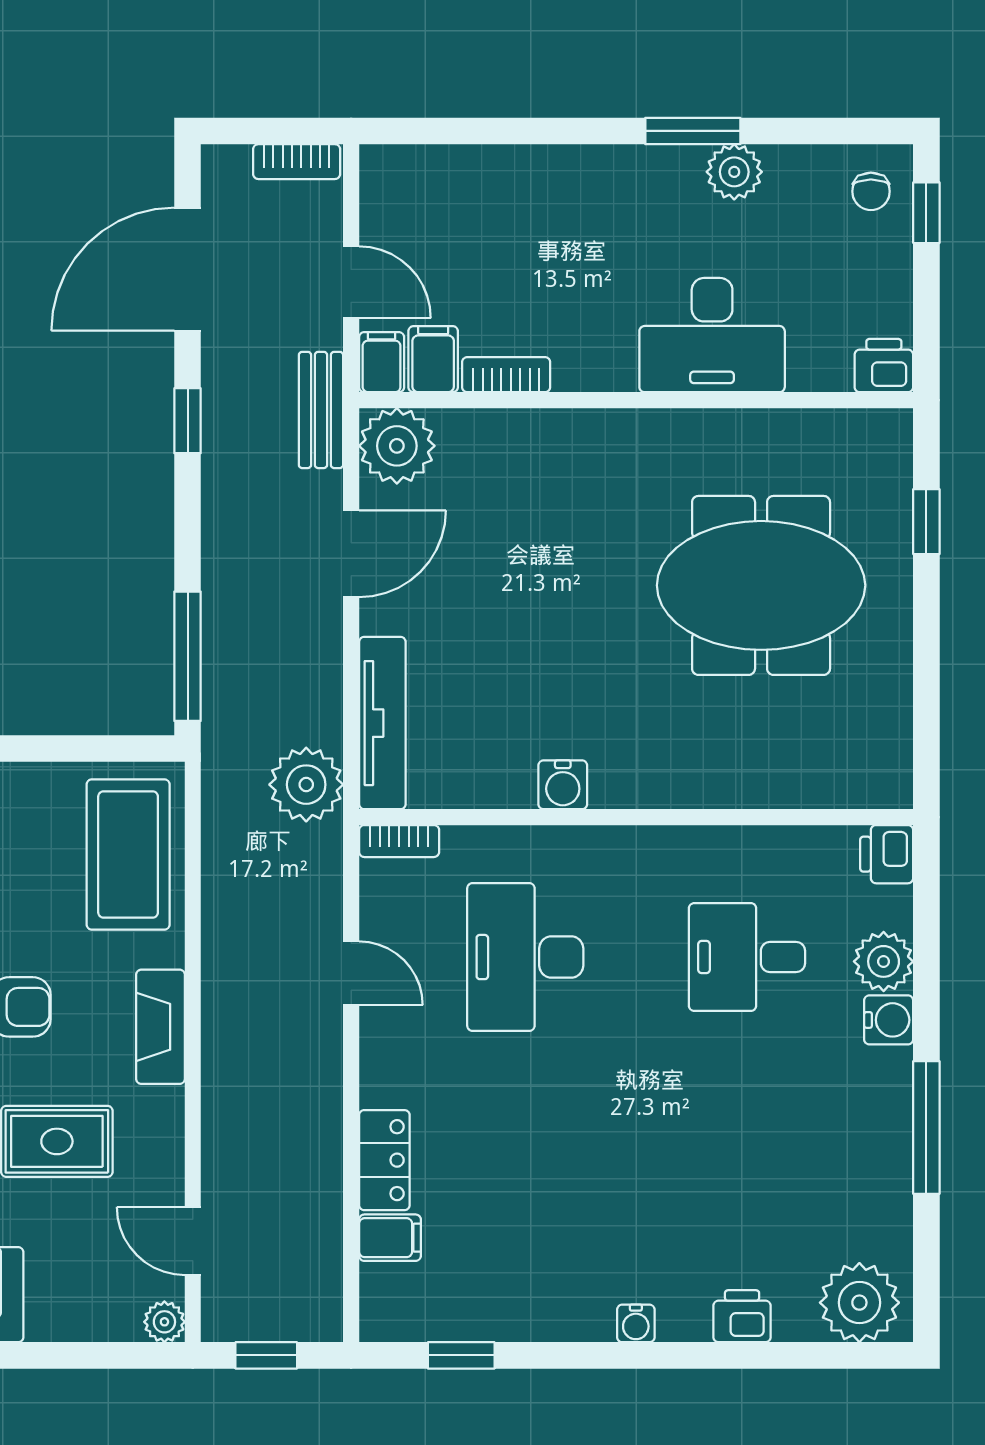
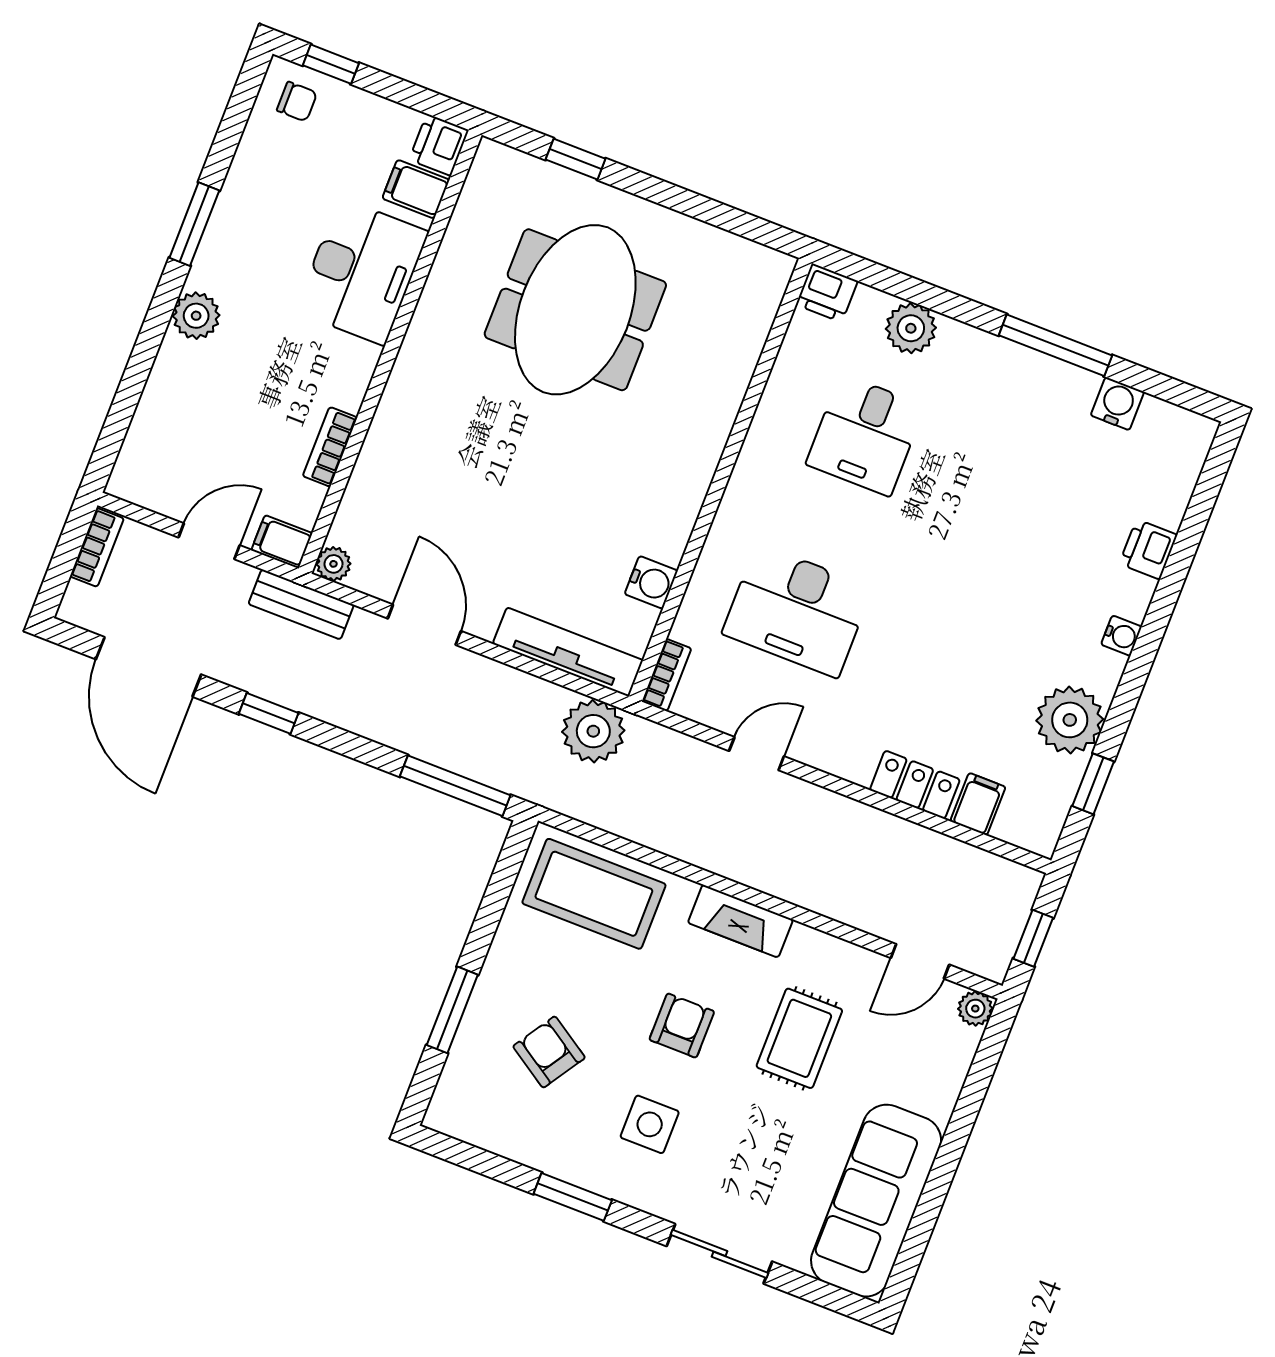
plant: (734, 172) -> (196, 316), moved
filing cabinet: (433, 359) -> (416, 189), moved
plant: (397, 446) -> (333, 564), width x0.53, depth x0.53
water cooler: (563, 785) -> (651, 582), moved
water cooler: (889, 1020) -> (1117, 404), moved
plant: (859, 1303) -> (1070, 720), moved

